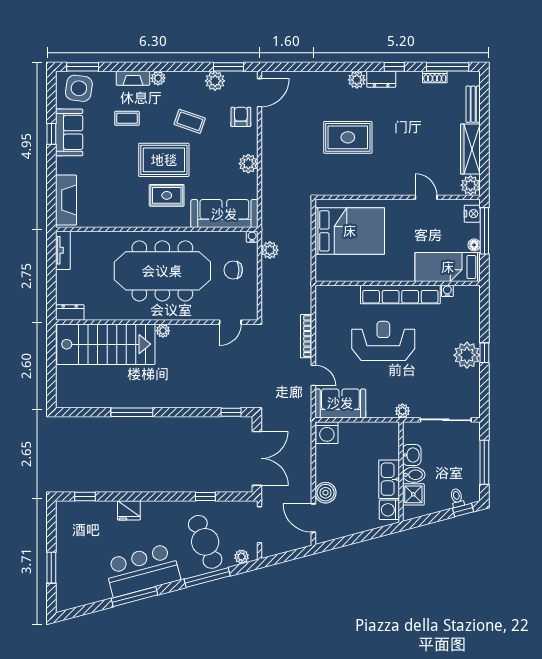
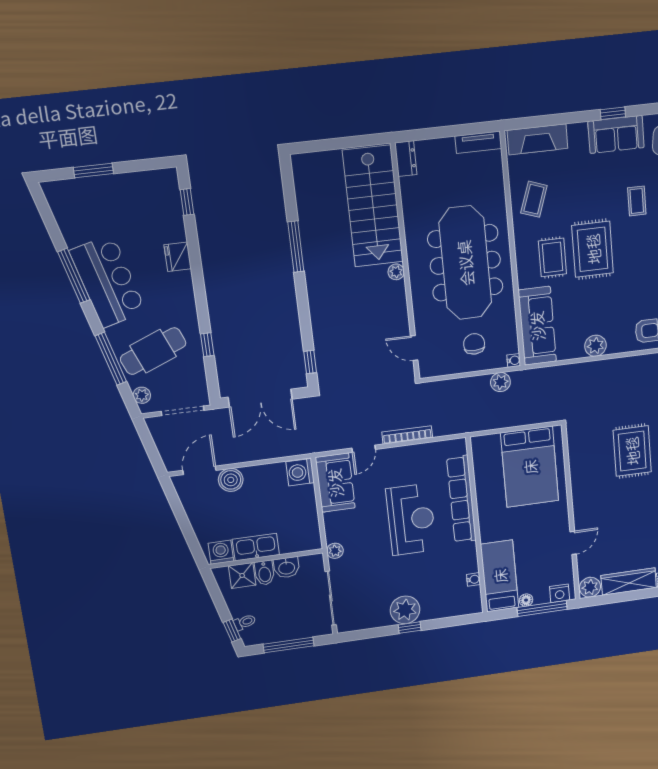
coffee table: (190, 121) -> (534, 199), moved
row of seats: (400, 294) -> (461, 499), moved

